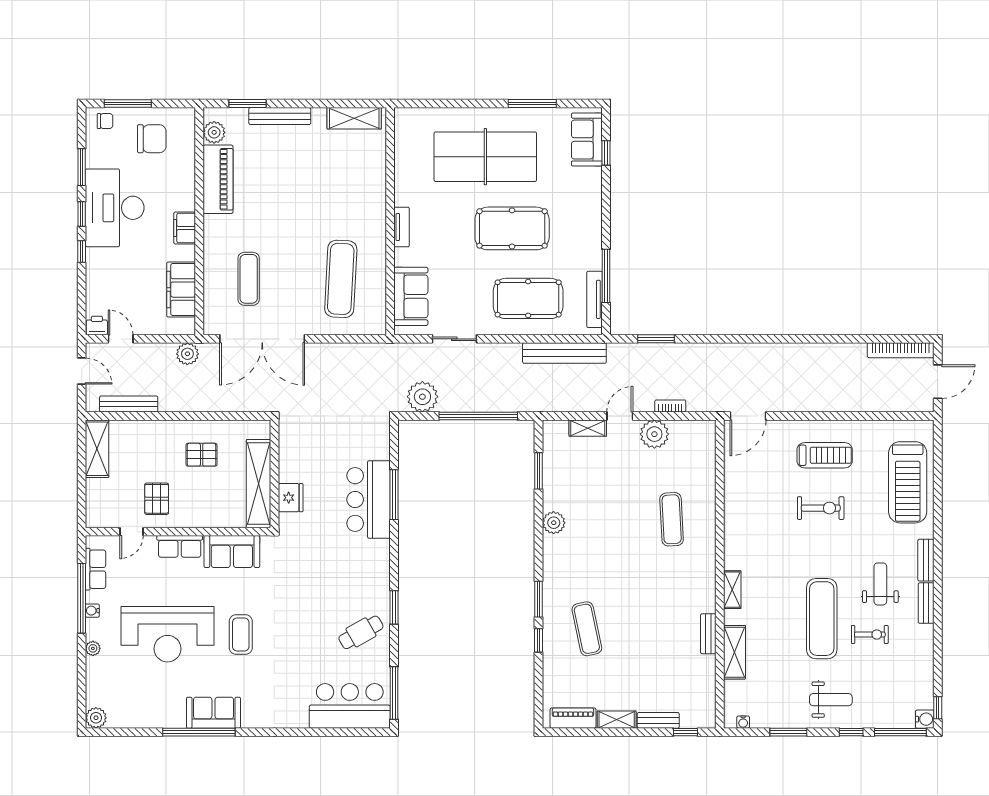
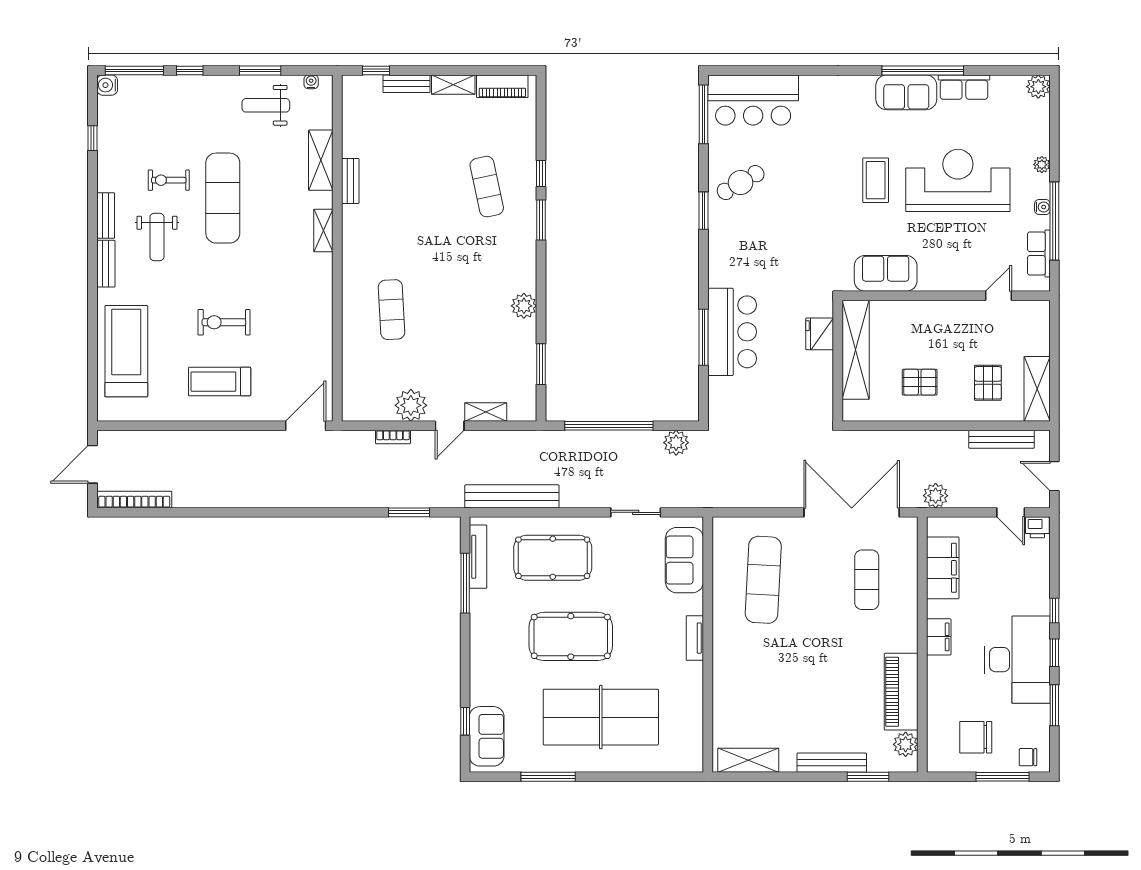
plant: (422, 397) -> (676, 443), width x0.73, depth x0.73
pallet: (157, 499) -> (988, 383), moved
row of seats: (180, 546) -> (964, 87), moved, turned 180
weight bench: (831, 700) -> (266, 105), moved
window: (938, 708) -> (93, 138), moved

